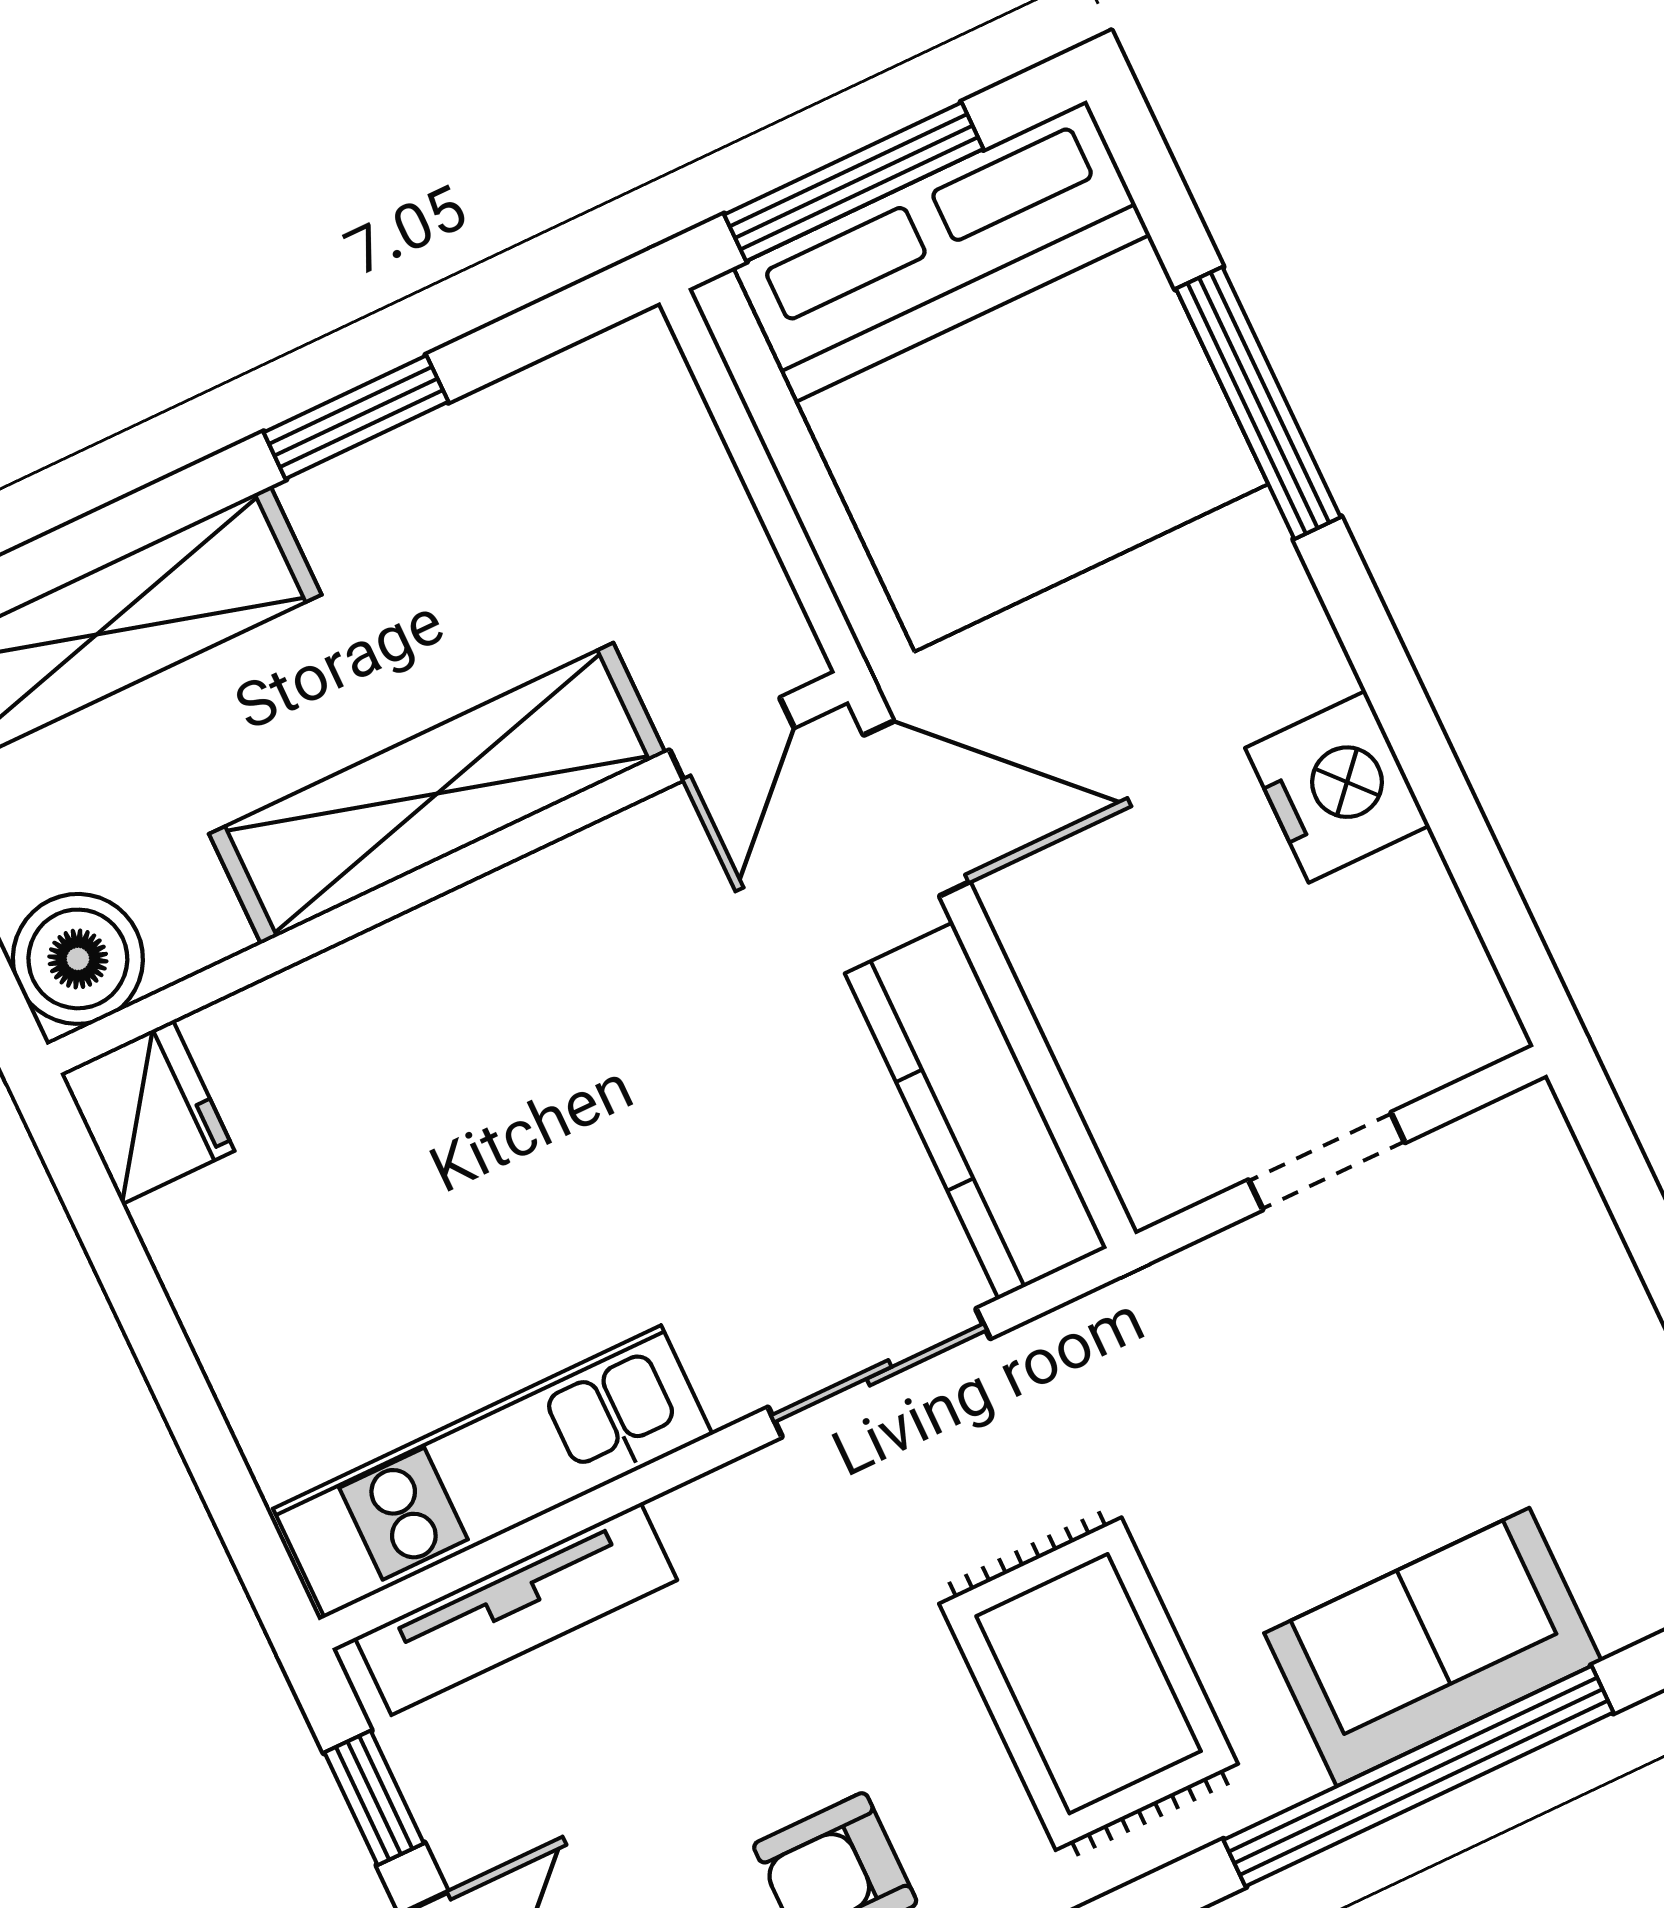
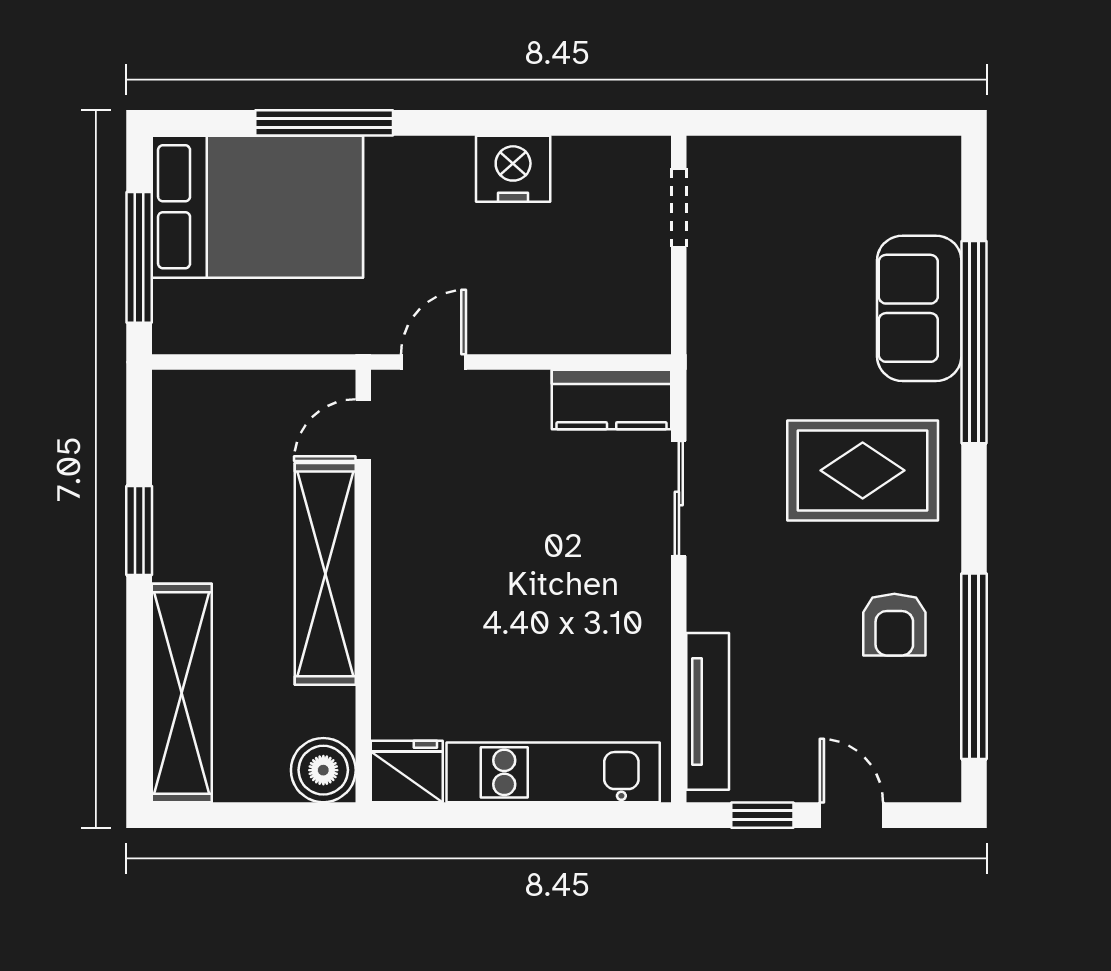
bed: (1001, 376) -> (257, 207), width x0.73
door: (732, 739) -> (363, 430), swing flipped
door: (917, 808) -> (434, 362), width x0.73
kitchen counter: (976, 1111) -> (612, 400), width x0.67
doorway: (1327, 1161) -> (679, 208), moved
kitchen unit: (493, 1471) -> (553, 772), moved, turned 90

